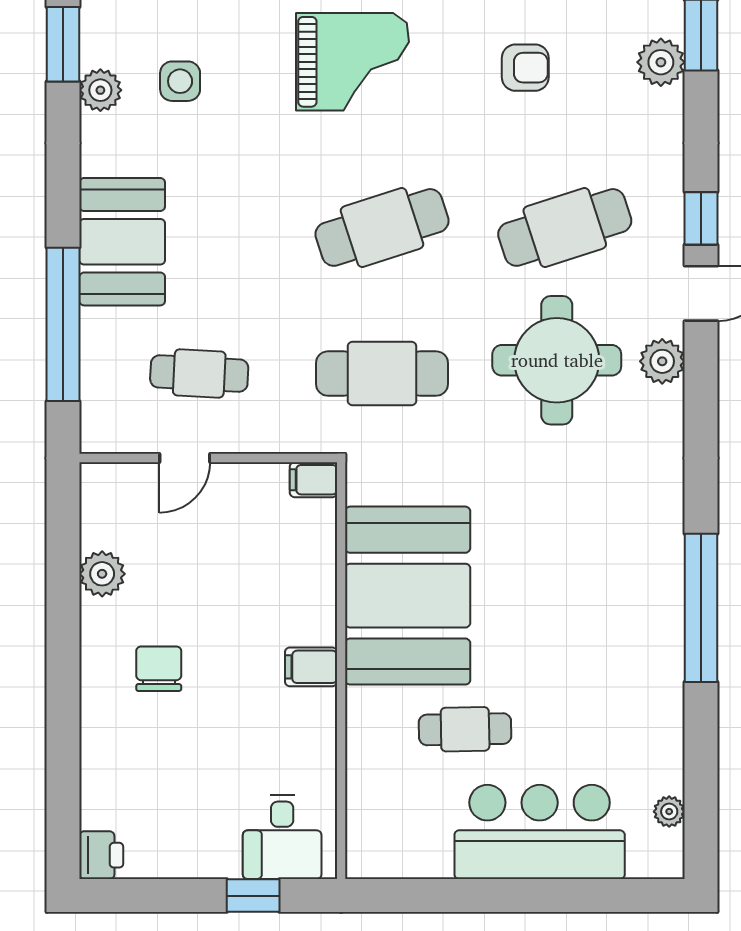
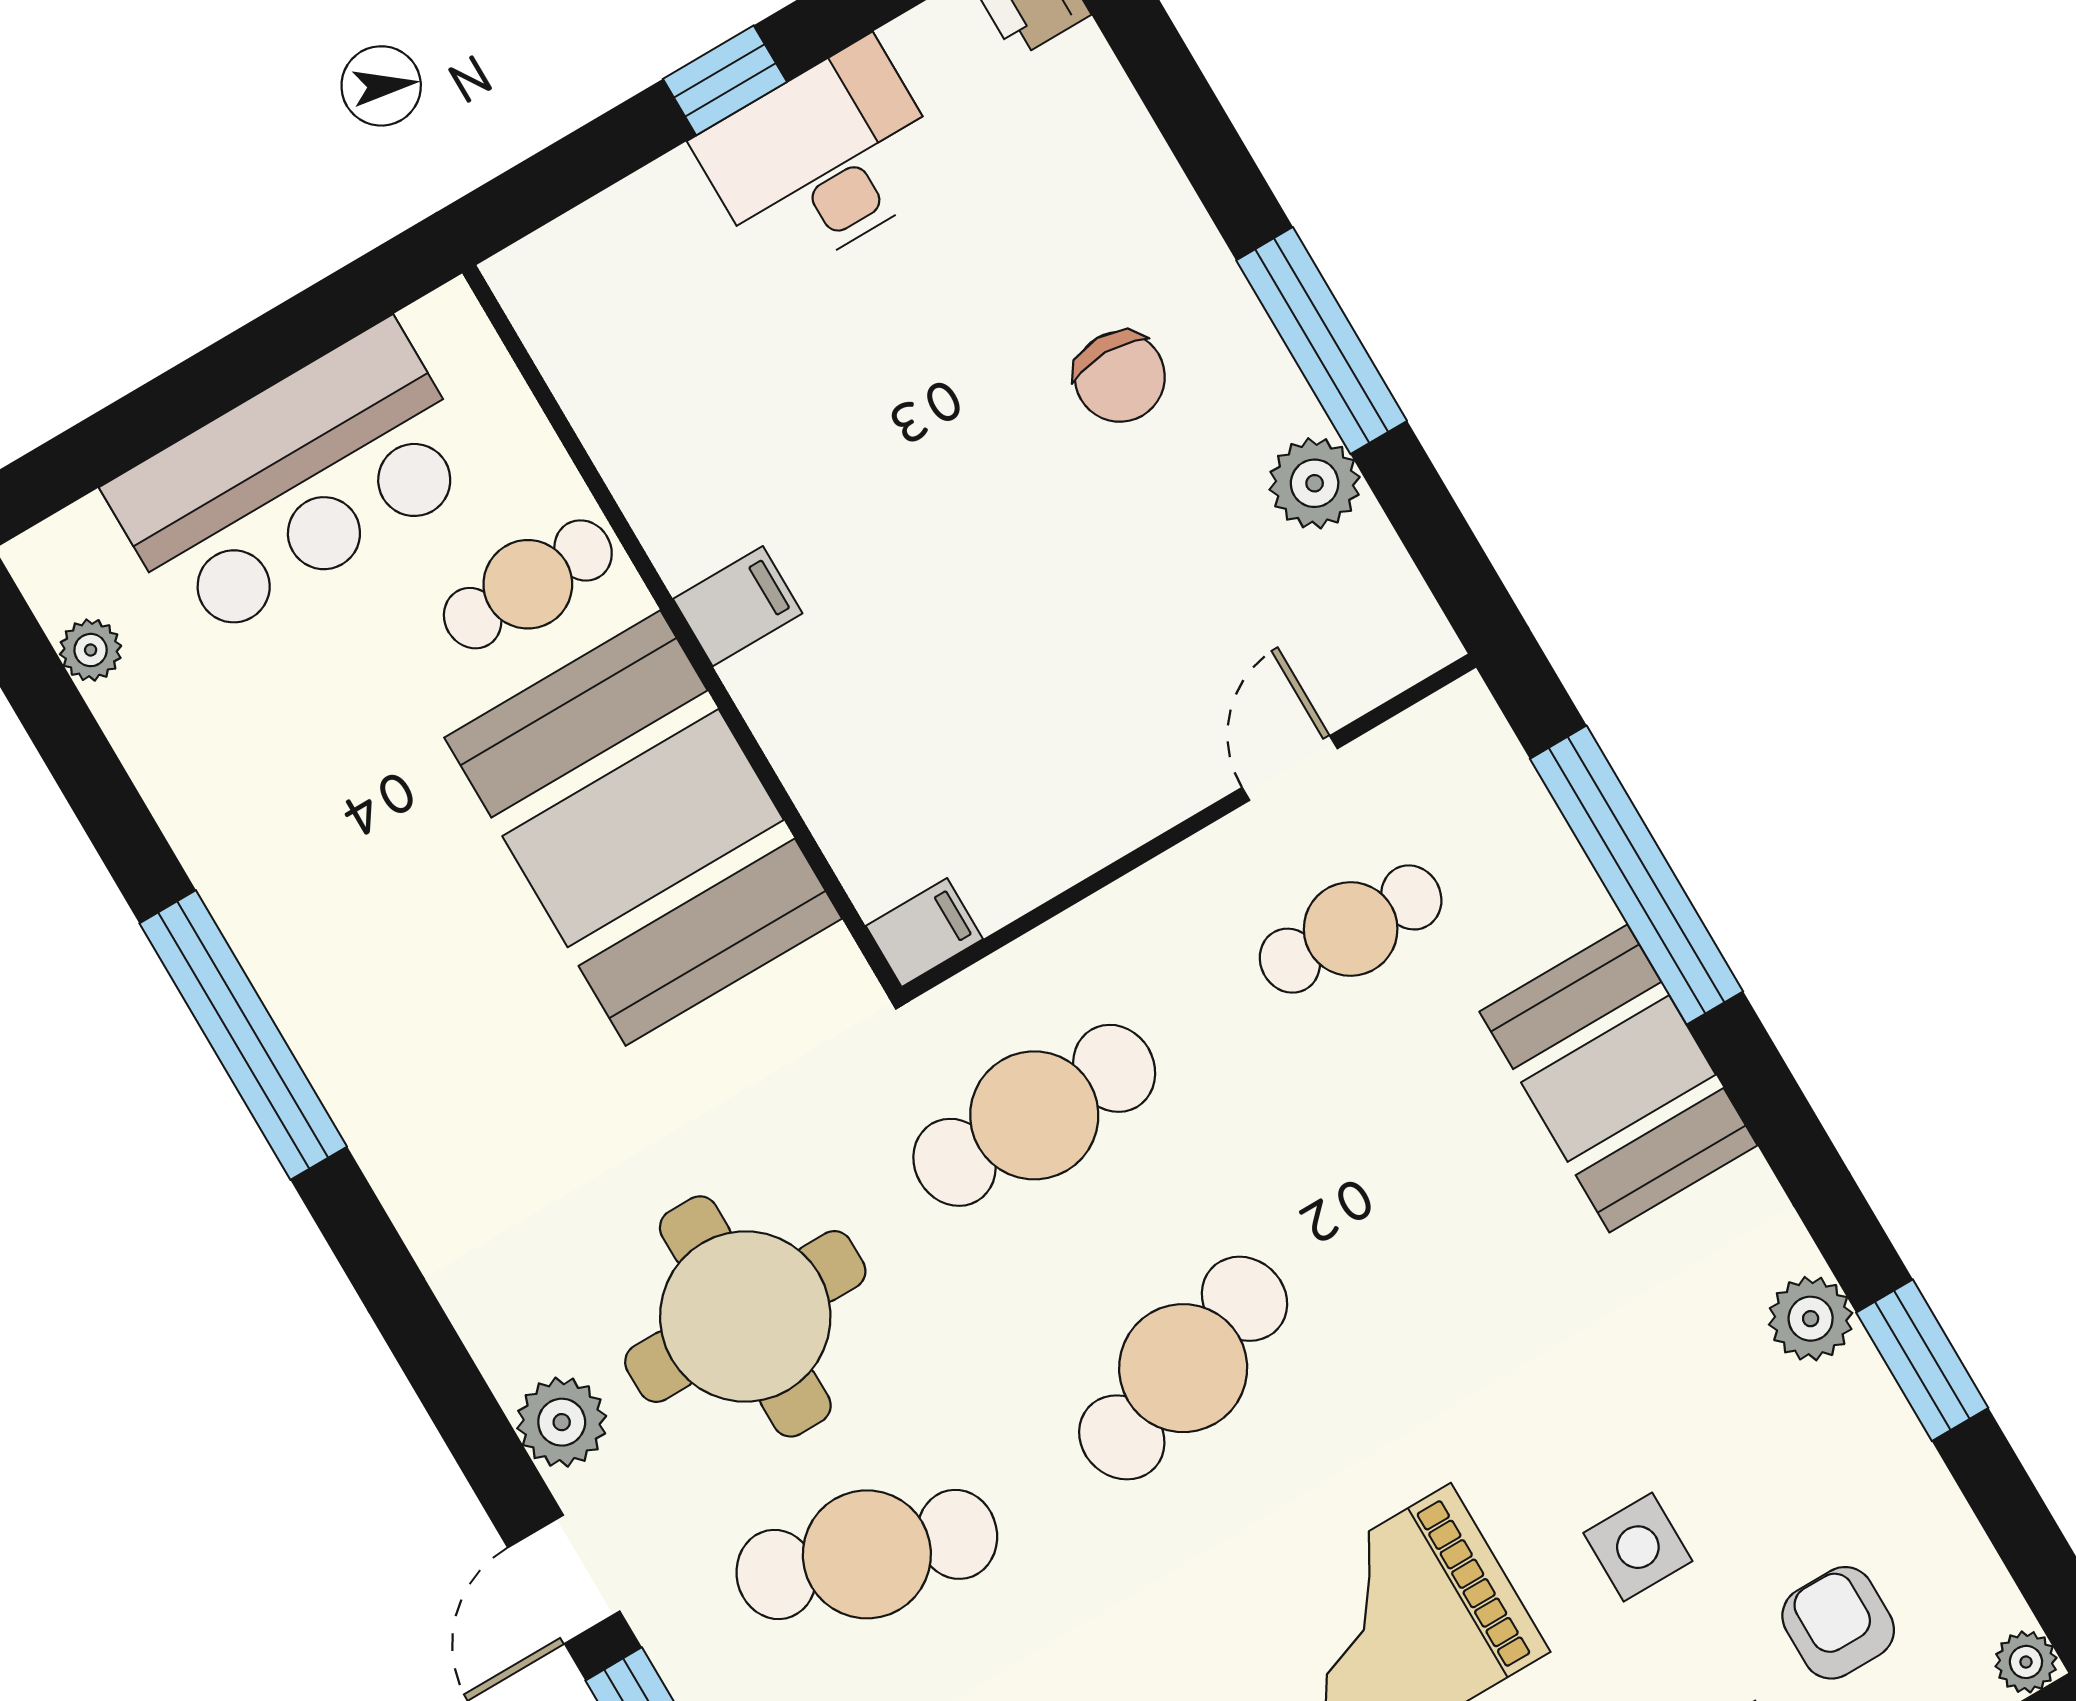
side table: (180, 81) -> (1638, 1547), moved
cafe table: (565, 227) -> (867, 1554), turned 36
filing cabinet: (313, 480) -> (924, 933), moved
booth: (408, 596) -> (643, 828), moved
window: (63, 633) -> (1322, 341), added
filing cabinet: (311, 667) -> (738, 606), moved
wall: (341, 671) -> (682, 630), moved
desk: (282, 837) -> (823, 159), moved, width x1.37

